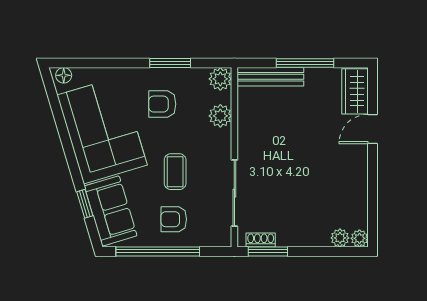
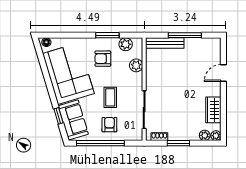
plant: (220, 79) -> (126, 44), moved
wardrobe: (355, 91) -> (213, 110), moved
armchair: (174, 219) -> (109, 125), turned 90
window: (268, 251) -> (178, 143), moved

